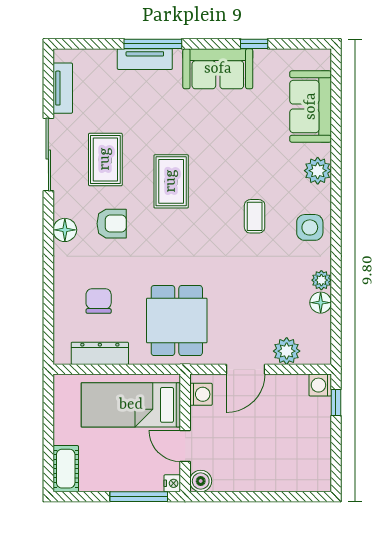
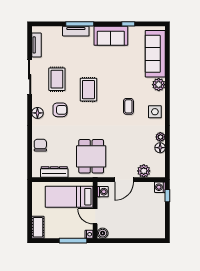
sofa: (311, 106) -> (155, 54), width x1.36
chair: (99, 301) -> (40, 145), moved

